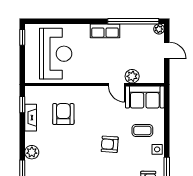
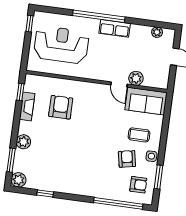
window: (133, 21) -> (99, 16), moved
plant: (159, 29) -> (157, 32), moved
reception desk: (56, 54) -> (61, 45), turned -90
armchair: (110, 144) -> (127, 159), moved, turned 75

